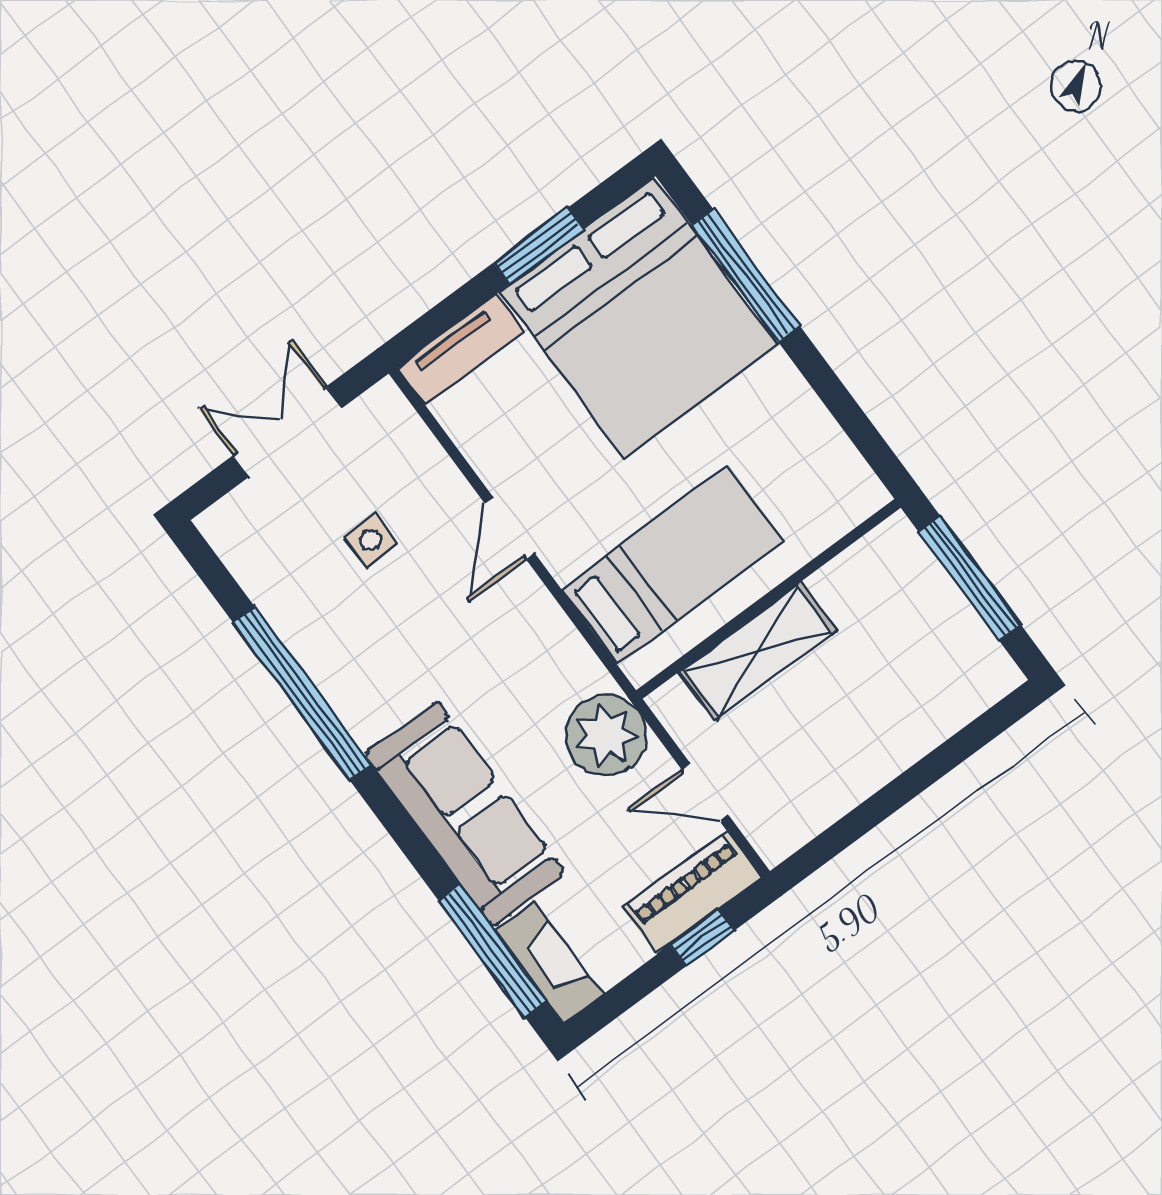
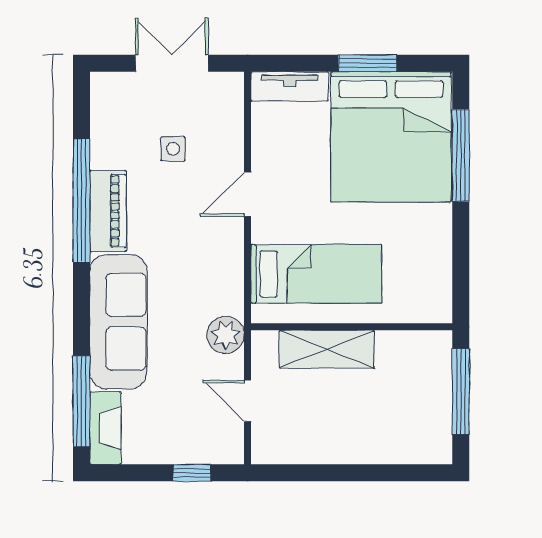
plant: (606, 735) -> (226, 335), width x0.73, depth x0.73
piano: (692, 893) -> (108, 211), moved, turned 90

